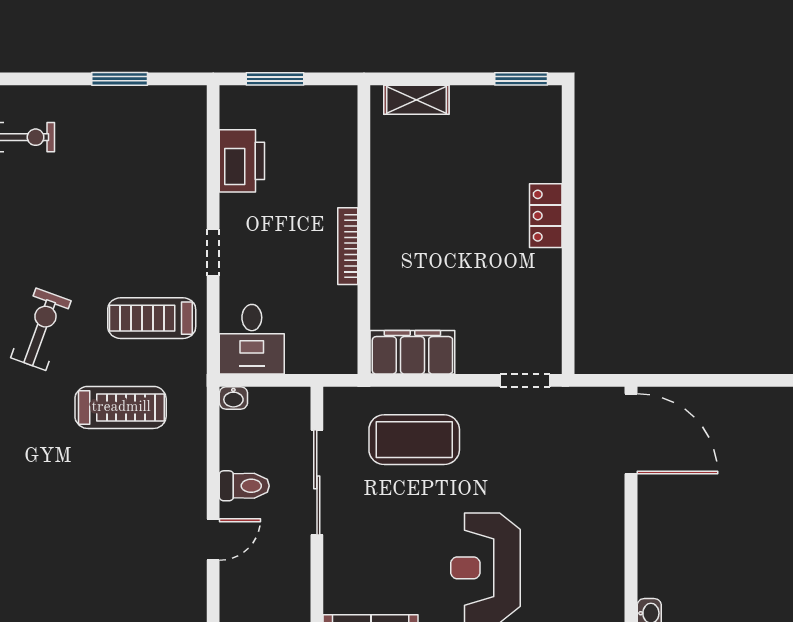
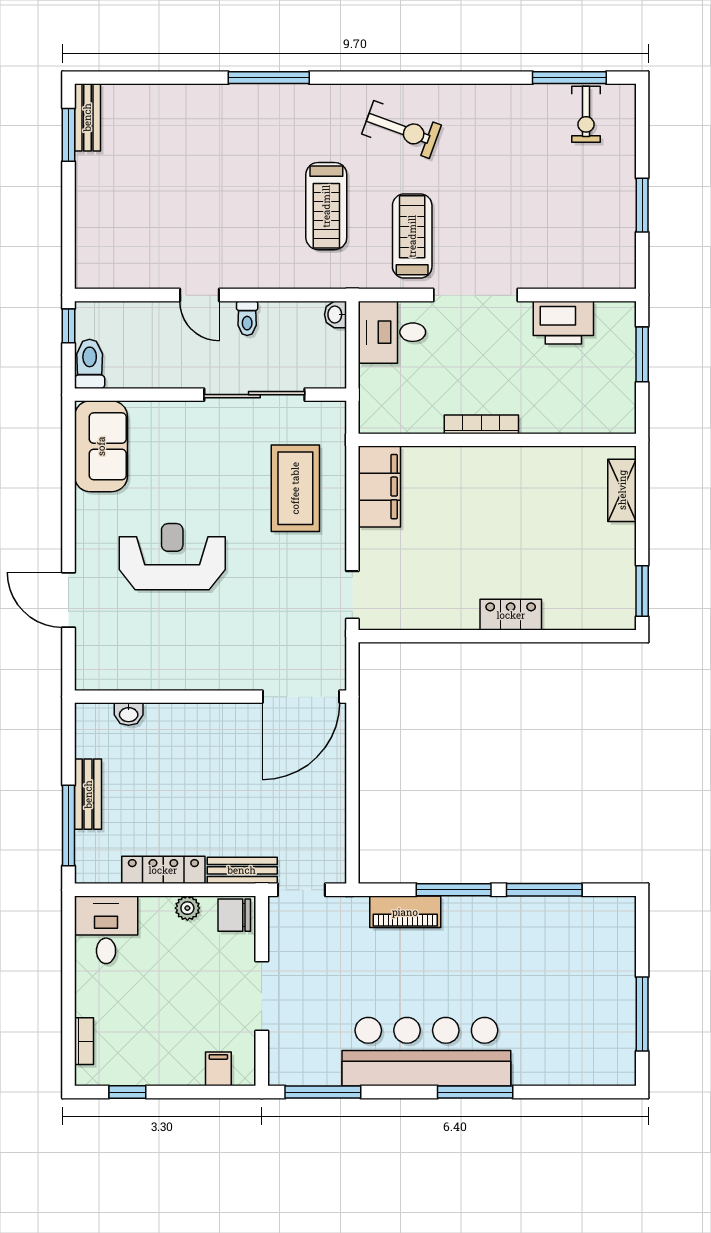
doorway: (213, 252) -> (475, 295), width x1.88
toilet: (244, 486) -> (247, 318), width x0.73, depth x0.72

